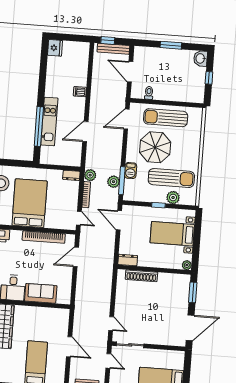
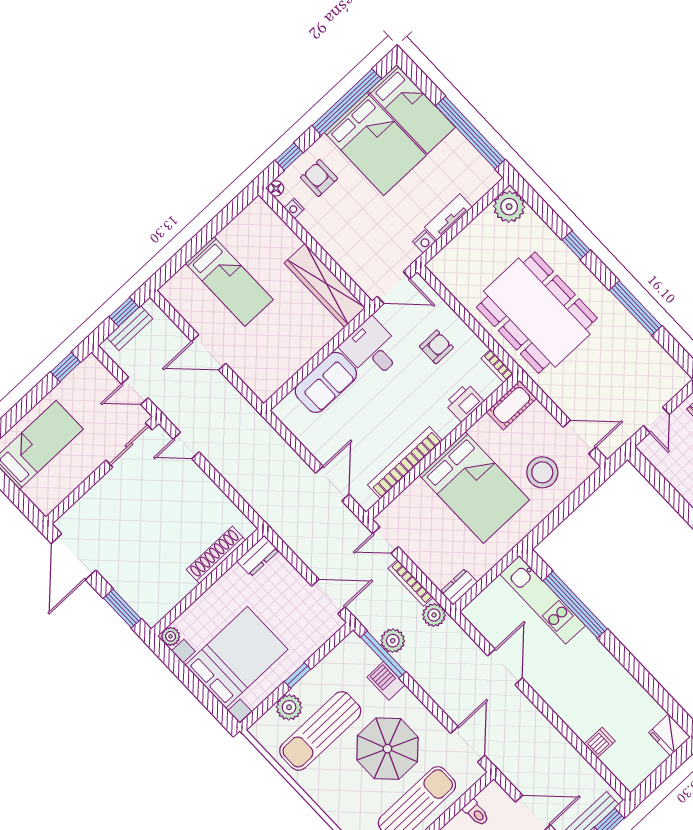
dishwasher: (80, 92) -> (600, 743), moved
kitchen unit: (49, 121) -> (542, 600), moved
bed with nightstands: (172, 234) -> (237, 657), width x1.36

